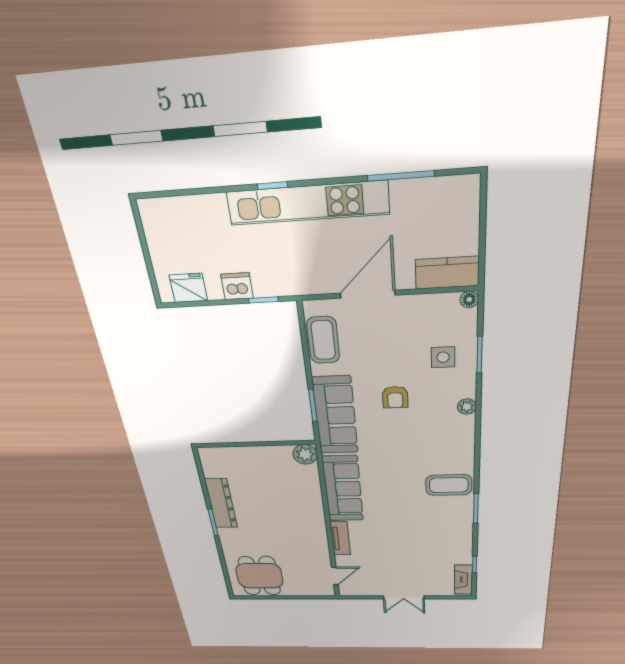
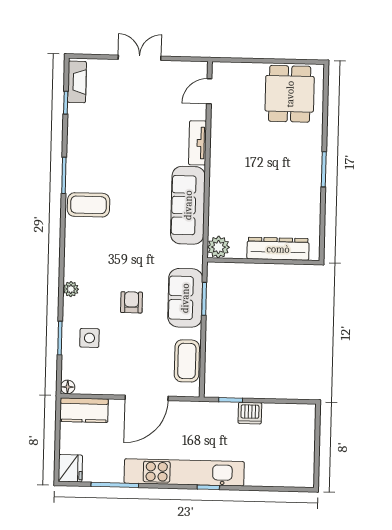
fridge: (188, 288) -> (70, 468), moved, turned -90
sofa: (335, 415) -> (185, 298), width x0.73
dresser: (221, 503) -> (278, 249), moved, turned 90

